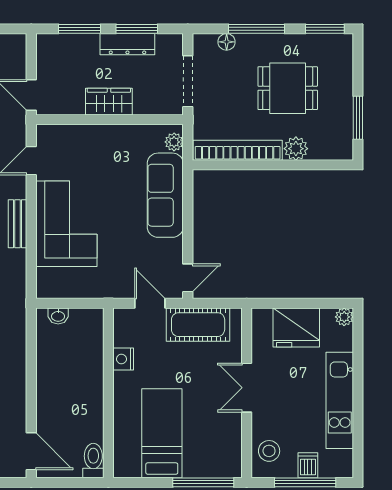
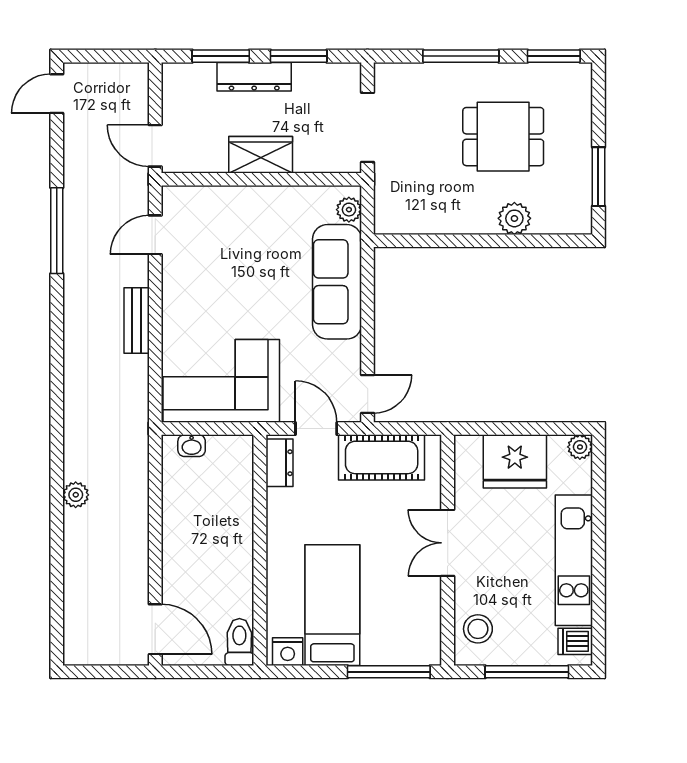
floor lamp: (227, 42) -> (420, 74), removed
dresser: (127, 44) -> (254, 77), moved
bookcase: (238, 150) -> (435, 221), removed
corner sofa: (66, 224) -> (221, 381), moved, turned -90
dresser: (123, 328) -> (279, 463), added
nightstand: (123, 359) -> (288, 652), moved, turned -90
dishwasher: (308, 465) -> (575, 641), moved, turned -90

